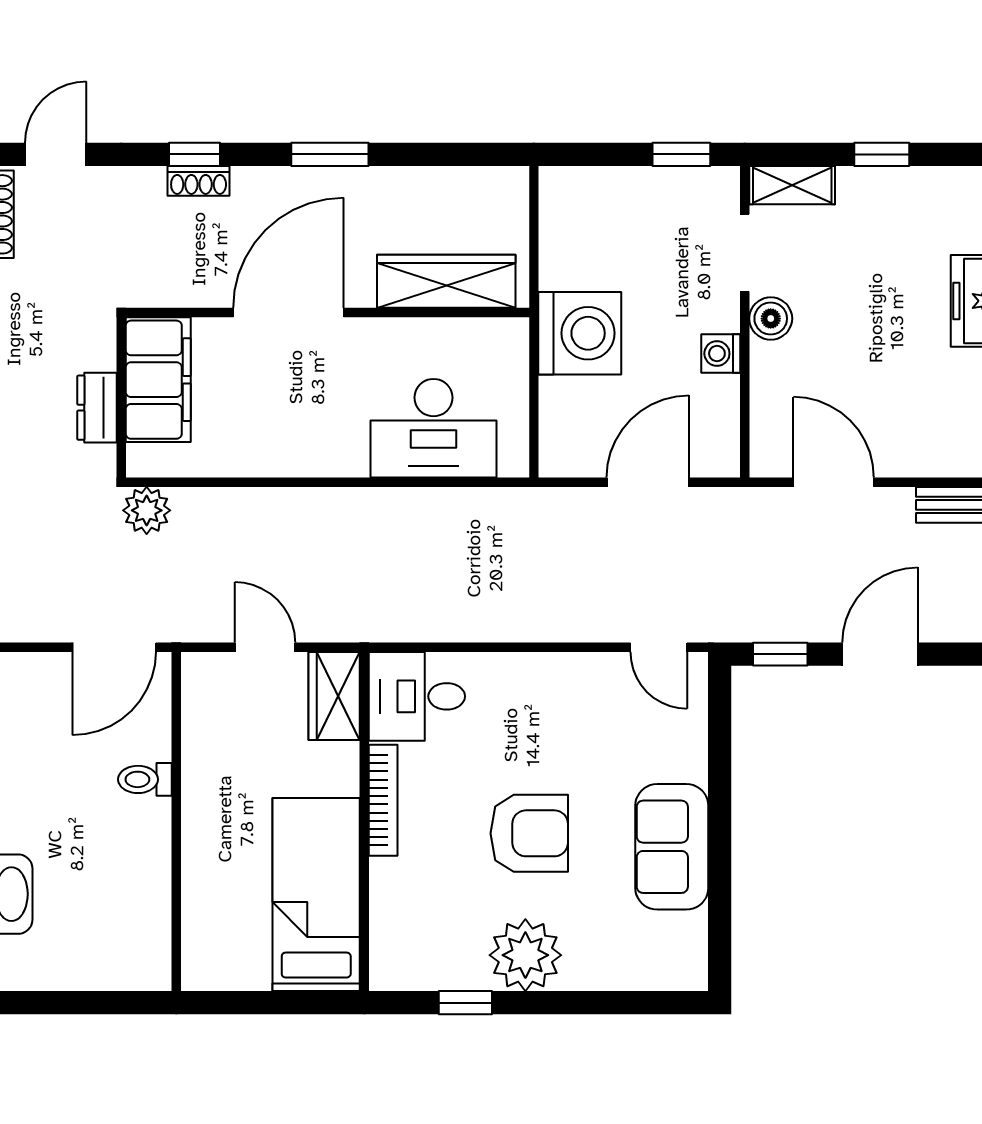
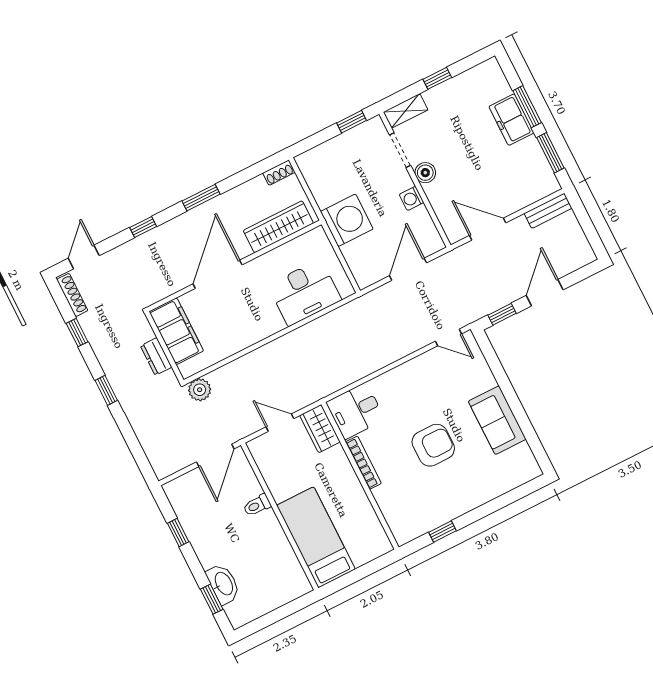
shoe rack: (199, 181) -> (279, 173), moved
bed: (316, 894) -> (316, 537), moved
plant: (525, 955) -> (458, 498), removed

